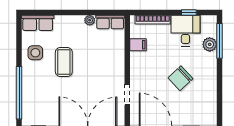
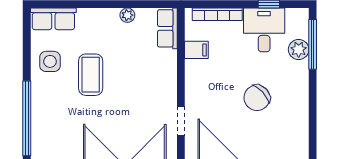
row of seats: (110, 22) -> (167, 28), moved, turned 90

